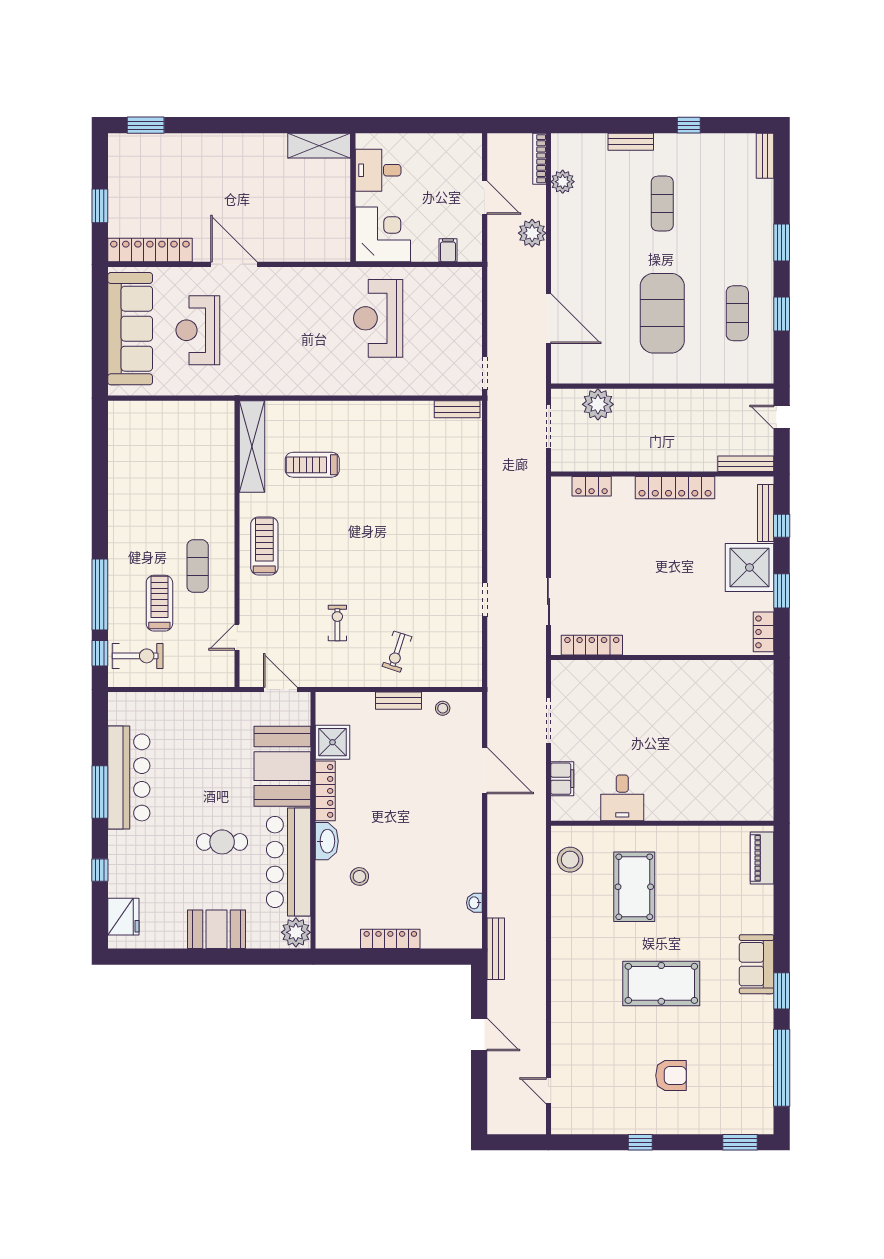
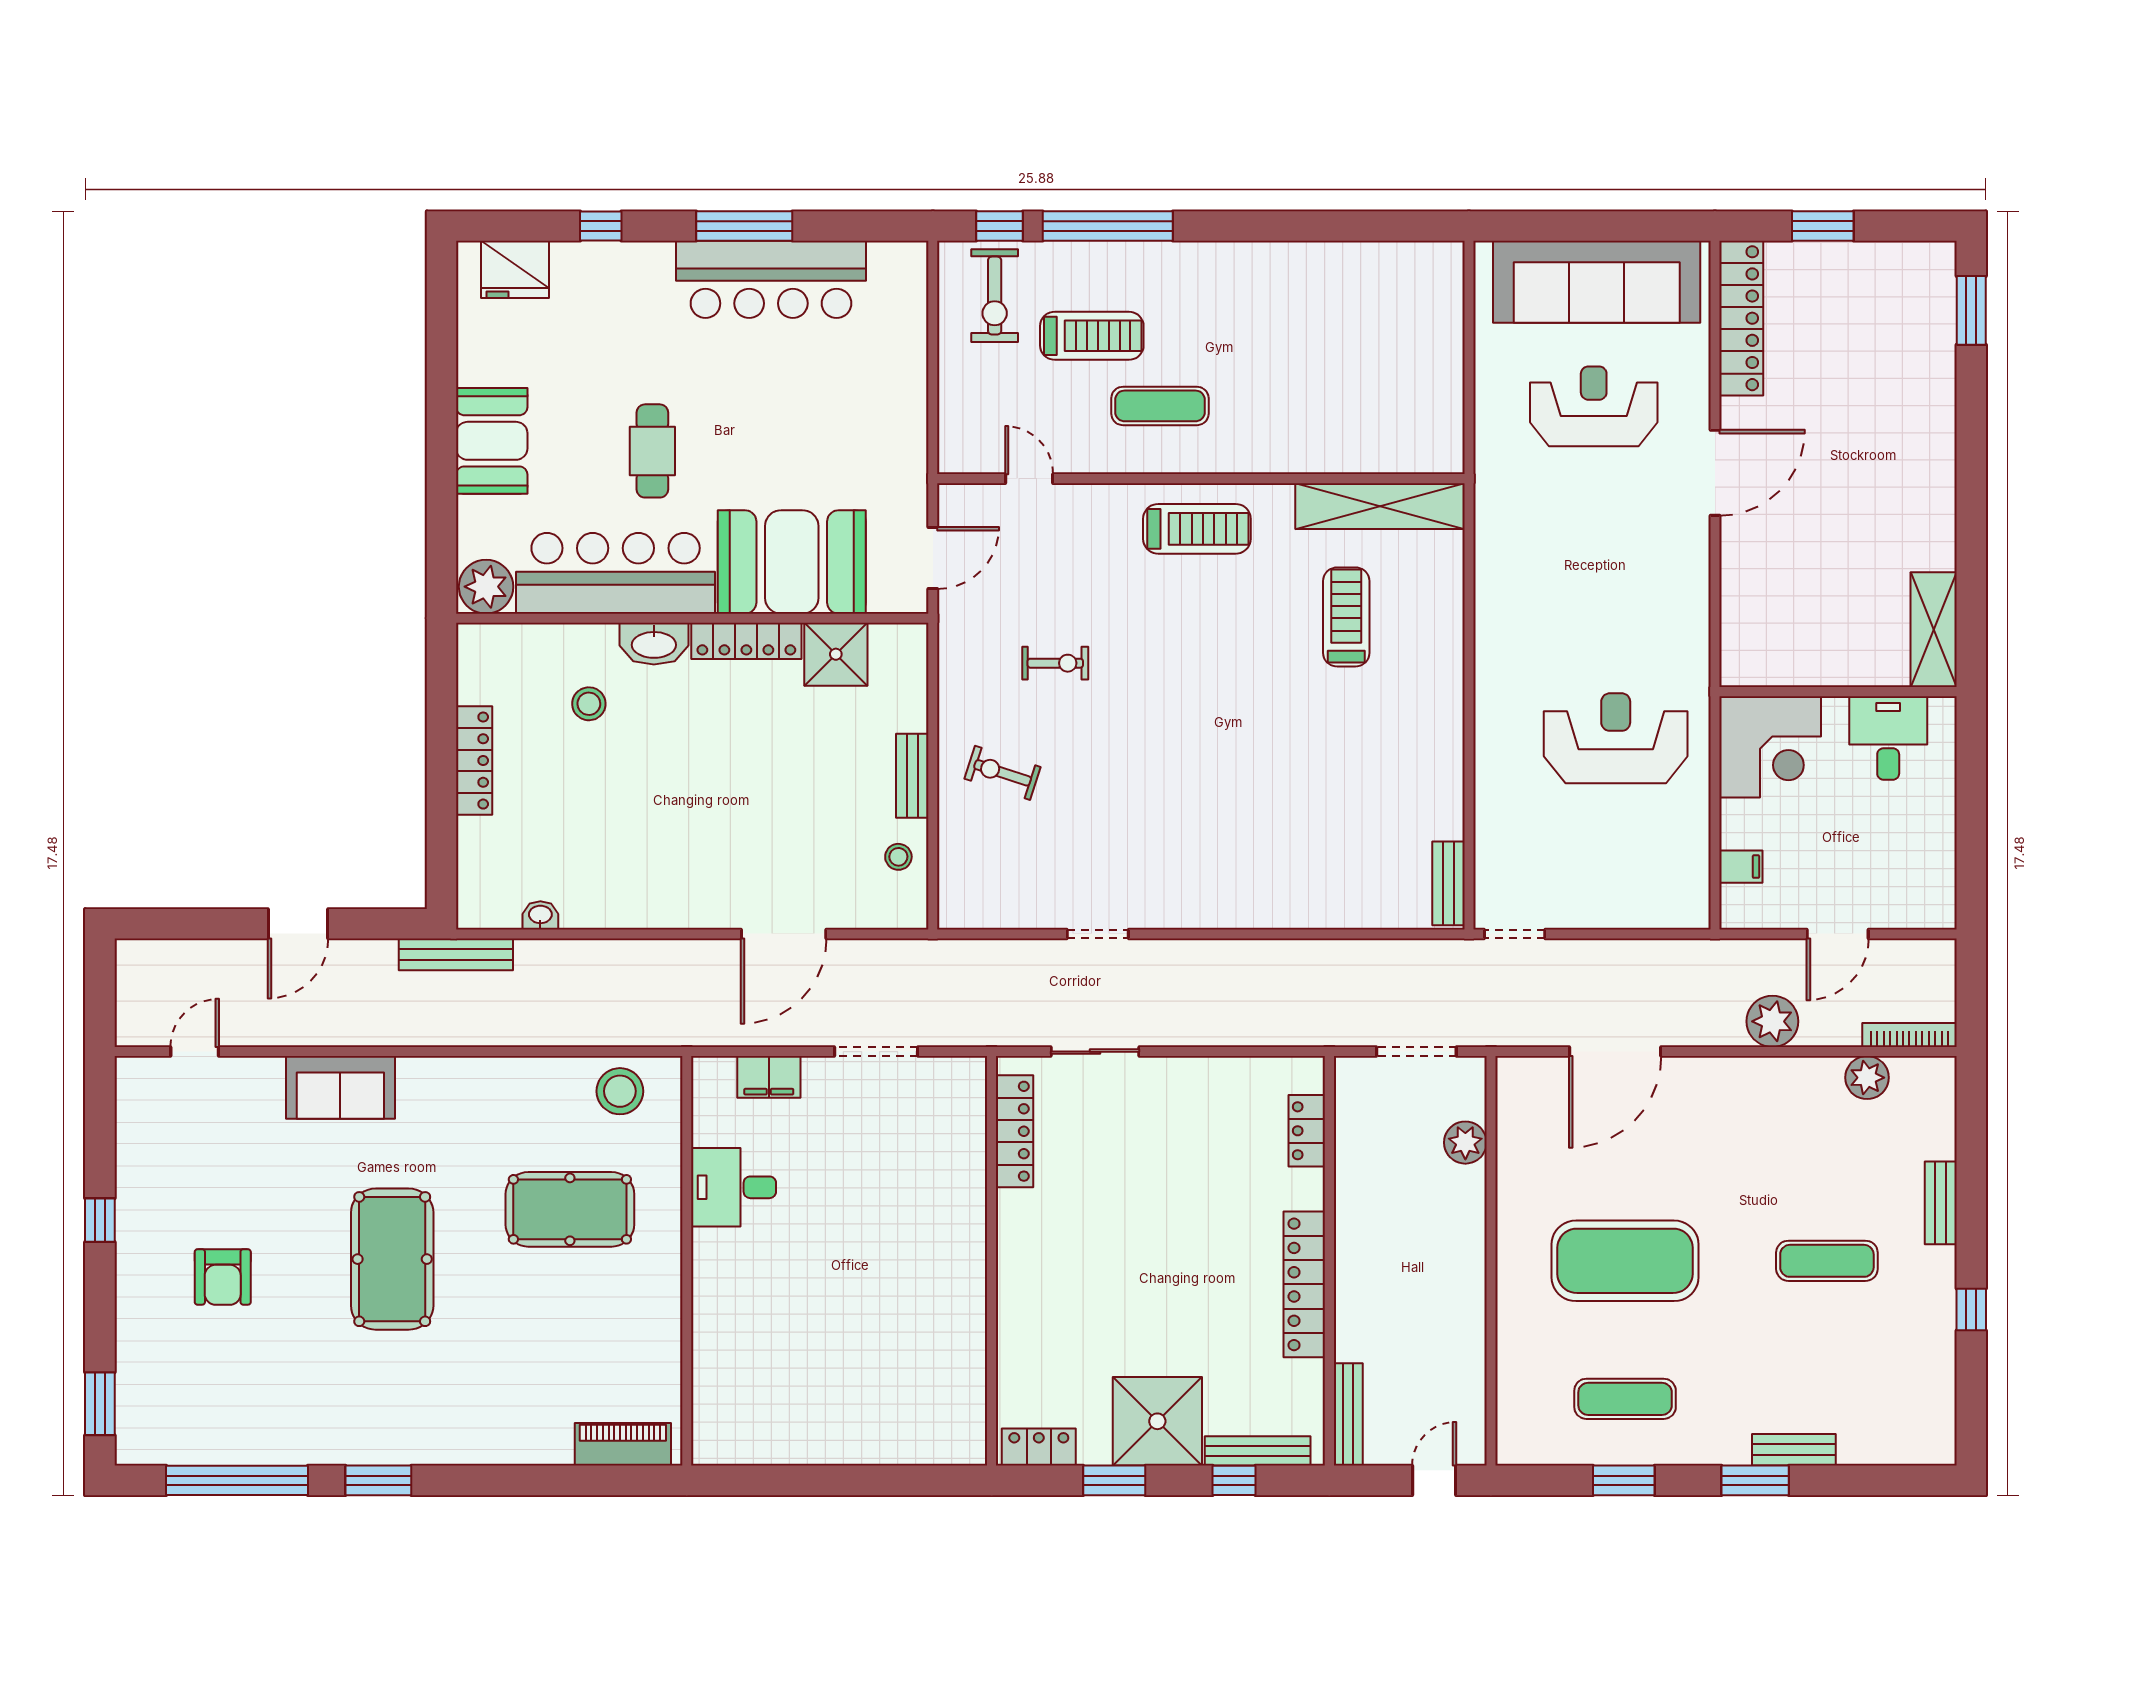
bench: (765, 156) -> (1794, 1450), moved
plant: (598, 404) -> (1465, 1143), width x0.73, depth x0.73
sofa: (757, 964) -> (340, 1087), moved, turned 180

